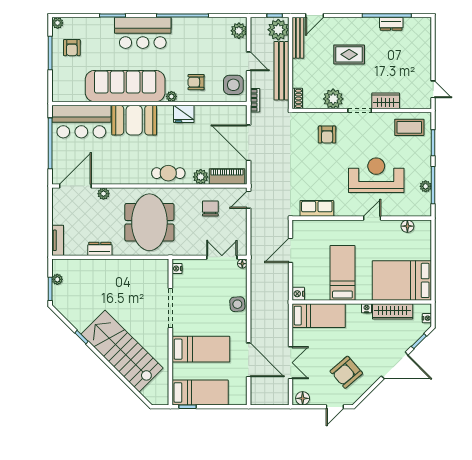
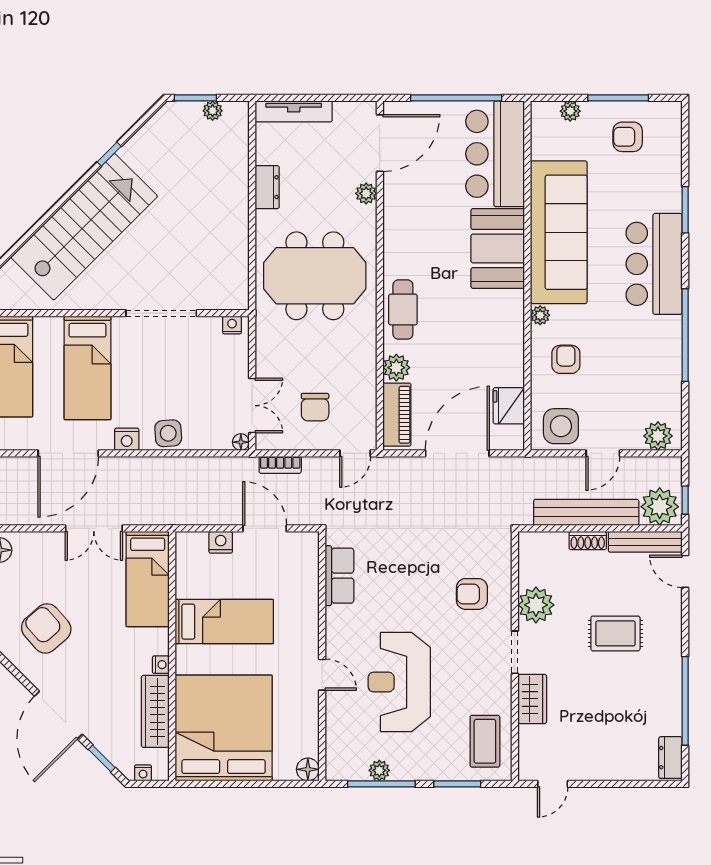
plant: (58, 23) -> (570, 111), moved
dresser: (391, 24) -> (670, 758), moved
rug: (349, 54) -> (615, 633), turned 90
shoe rack: (297, 98) -> (588, 541), moved
bookcase: (255, 100) -> (280, 465), moved
fridge: (184, 114) -> (509, 406), moved
reception desk: (376, 175) -> (399, 682), turned 180
door: (75, 186) -> (380, 143), hinge flipped
door: (249, 200) -> (355, 453), swing flipped
chair: (210, 208) -> (315, 407), moved, turned 90
floor lamp: (407, 226) -> (308, 769), moved
tv unit: (58, 240) -> (294, 111), width x1.41
bed: (402, 280) -> (224, 728), width x1.36
nightstand: (298, 294) -> (221, 542), moved
nightstand: (241, 327) -> (127, 439), added
double door: (291, 363) -> (94, 528), moved

